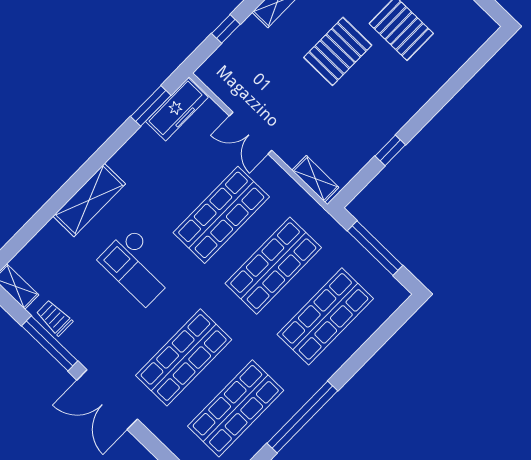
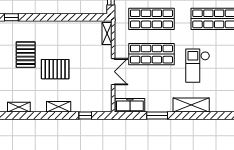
window: (151, 106) -> (157, 116), moved
window: (390, 150) -> (11, 17), moved
checkout: (138, 266) -> (198, 66), turned 180

